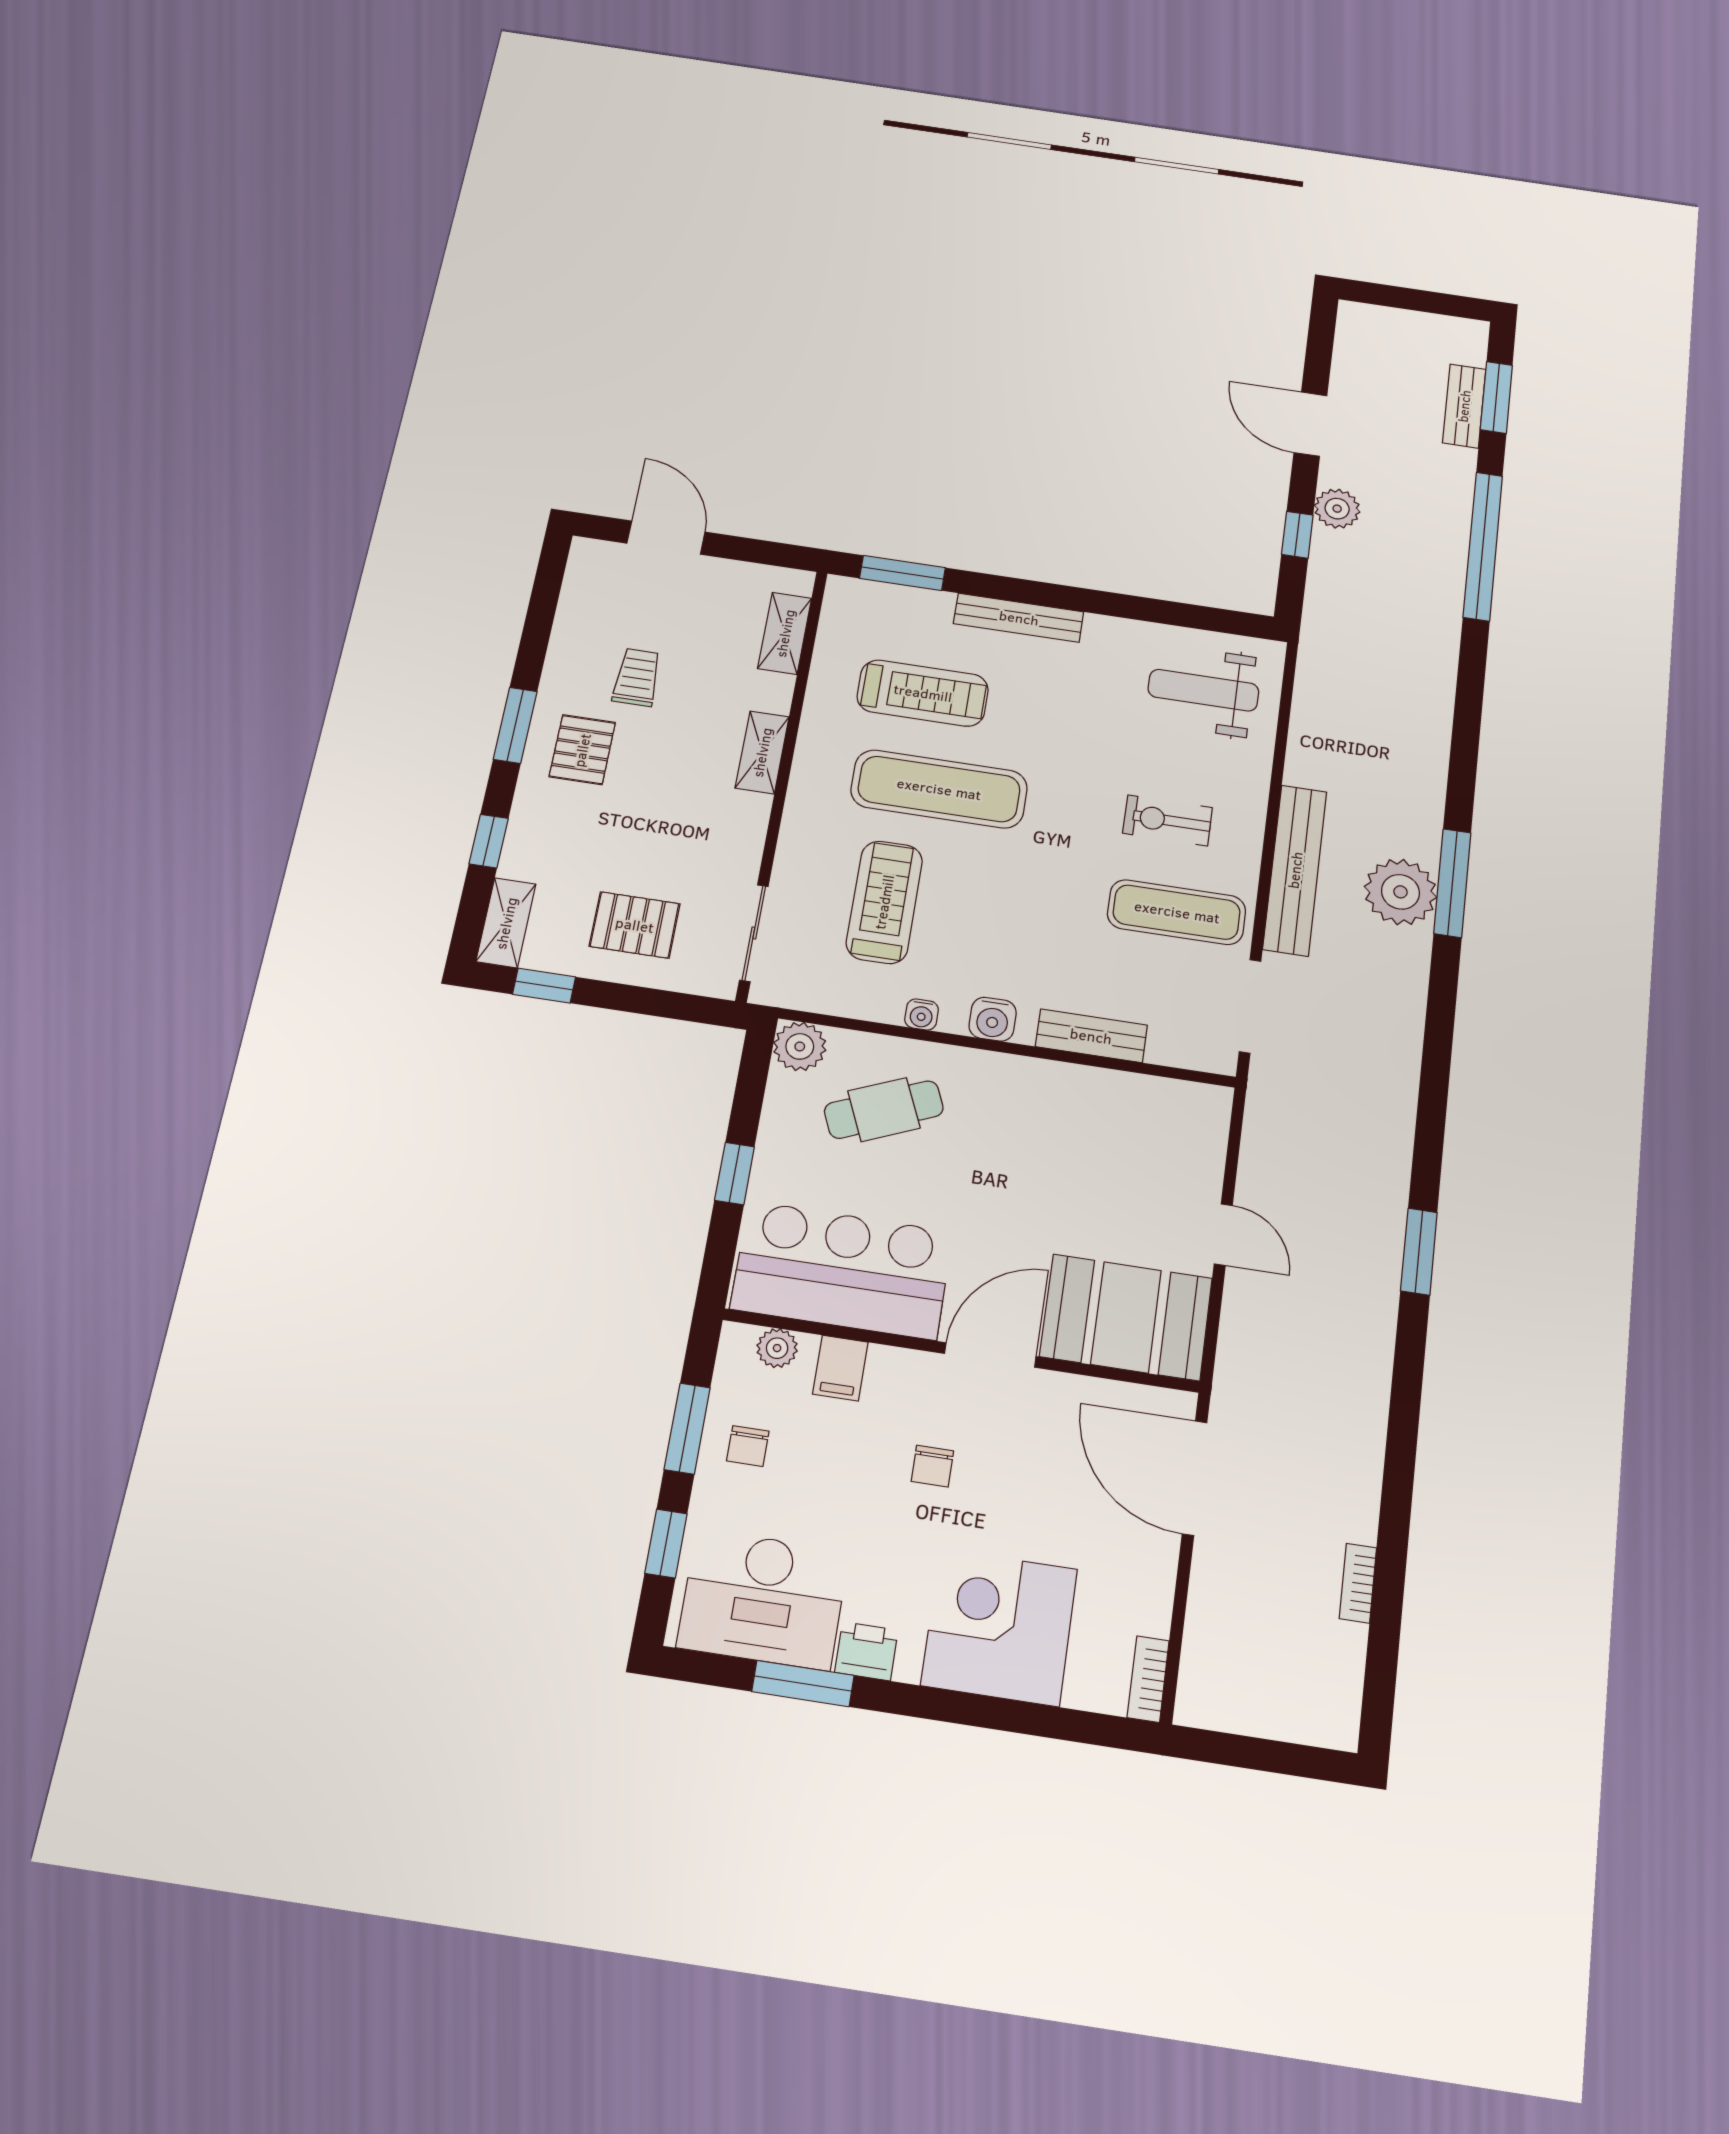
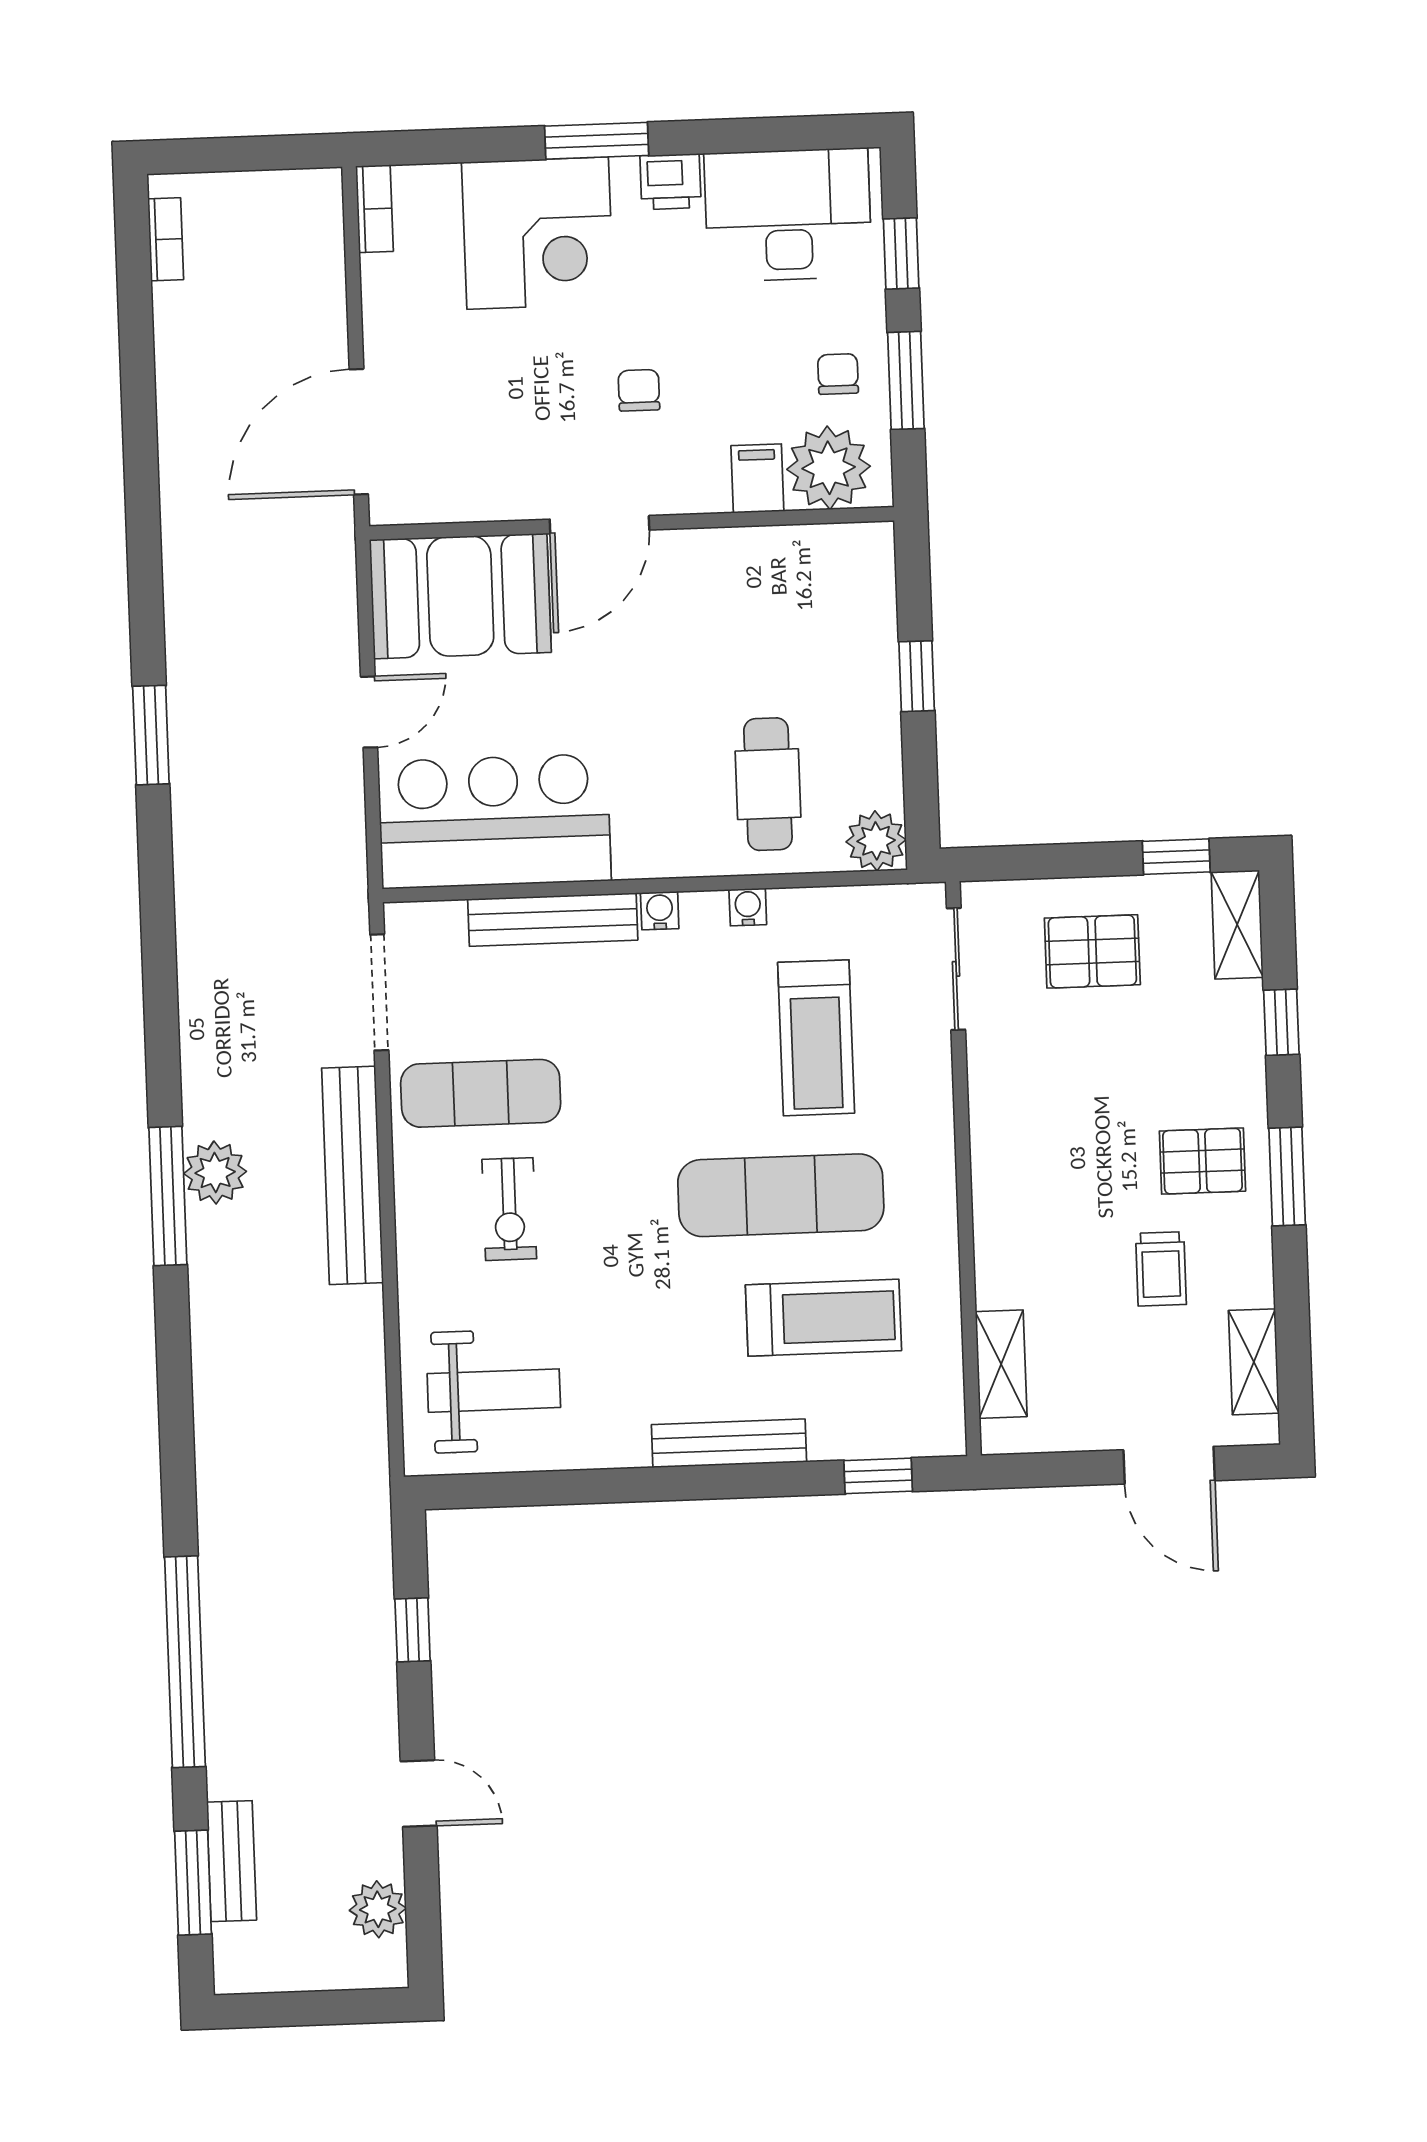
door: (1310, 424) -> (419, 1794), width x0.73
plant: (1337, 509) -> (378, 1909), moved
window: (902, 573) -> (878, 1476), width x0.67
treadmill: (923, 693) -> (824, 1318), turned 180
pallet: (582, 750) -> (1202, 1161), turned 90
shelving: (762, 752) -> (1254, 1362), moved
exercise bike: (1168, 820) -> (509, 1209), turned 90
plant: (1400, 892) -> (215, 1172), width x0.73, depth x0.73
water cooler: (993, 1019) -> (660, 911), width x0.72, depth x0.72
bench: (1091, 1036) -> (553, 920), width x1.36
cafe table: (884, 1110) -> (768, 784), turned -67
door: (1223, 1235) -> (369, 712), swing flipped
bar counter: (842, 1270) -> (494, 821), moved, turned 180
plant: (777, 1348) -> (829, 468), width x1.88, depth x1.88
door: (1195, 1478) -> (359, 432), swing flipped
bookcase: (1358, 1583) -> (166, 239), moved
window: (803, 1684) -> (597, 141), moved

